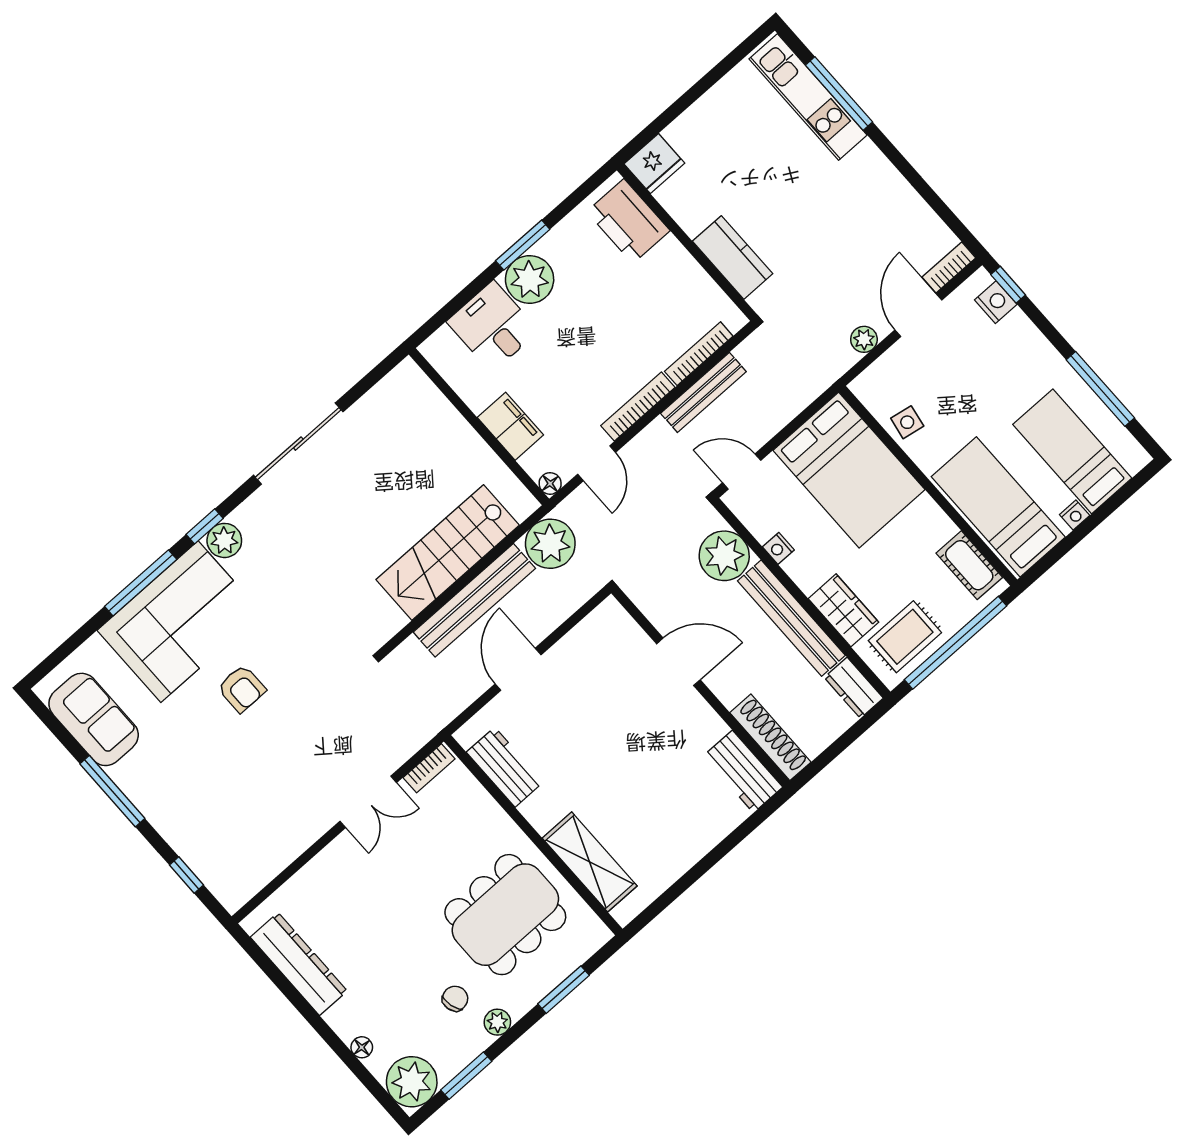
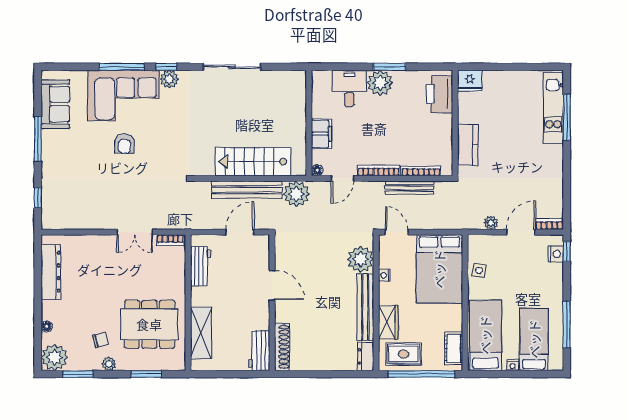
door: (678, 662) -> (272, 285), moved
wall: (701, 687) -> (272, 303), moved
shoe rack: (770, 737) -> (282, 347), moved
workbench: (743, 772) -> (259, 351), moved

